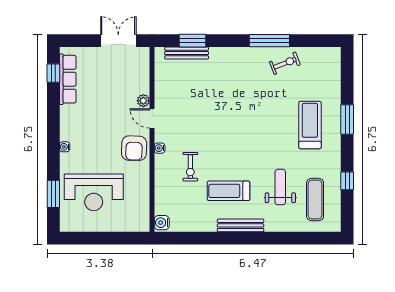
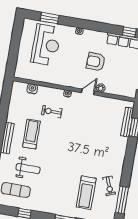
window: (269, 41) -> (122, 200), moved
treadmill: (310, 125) -> (86, 193), moved, turned 90
armchair: (134, 148) -> (96, 62), moved
reception desk: (94, 192) -> (46, 45), turned 180
water cooler: (162, 223) -> (32, 89), moved

